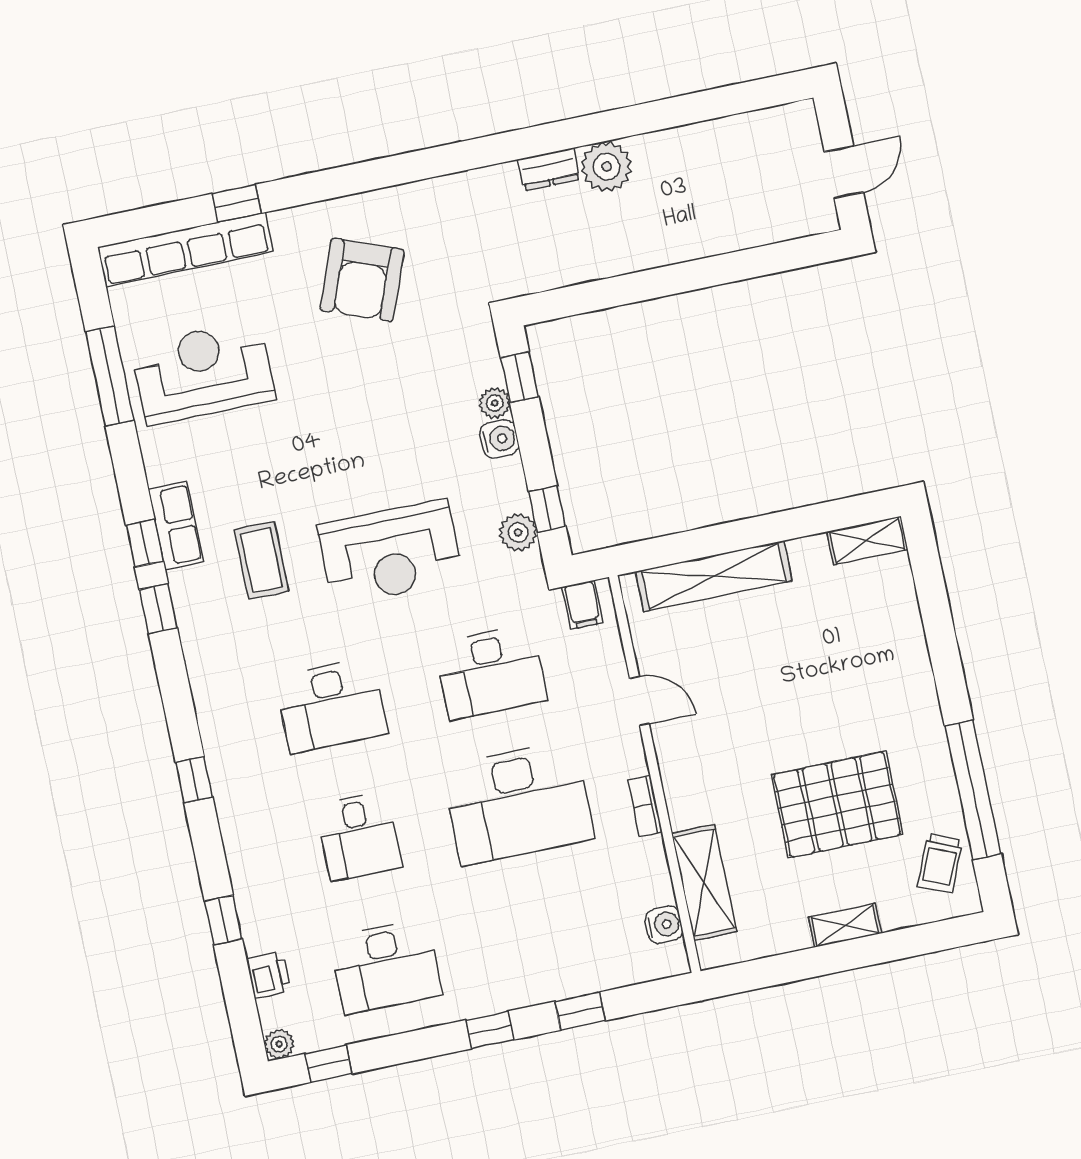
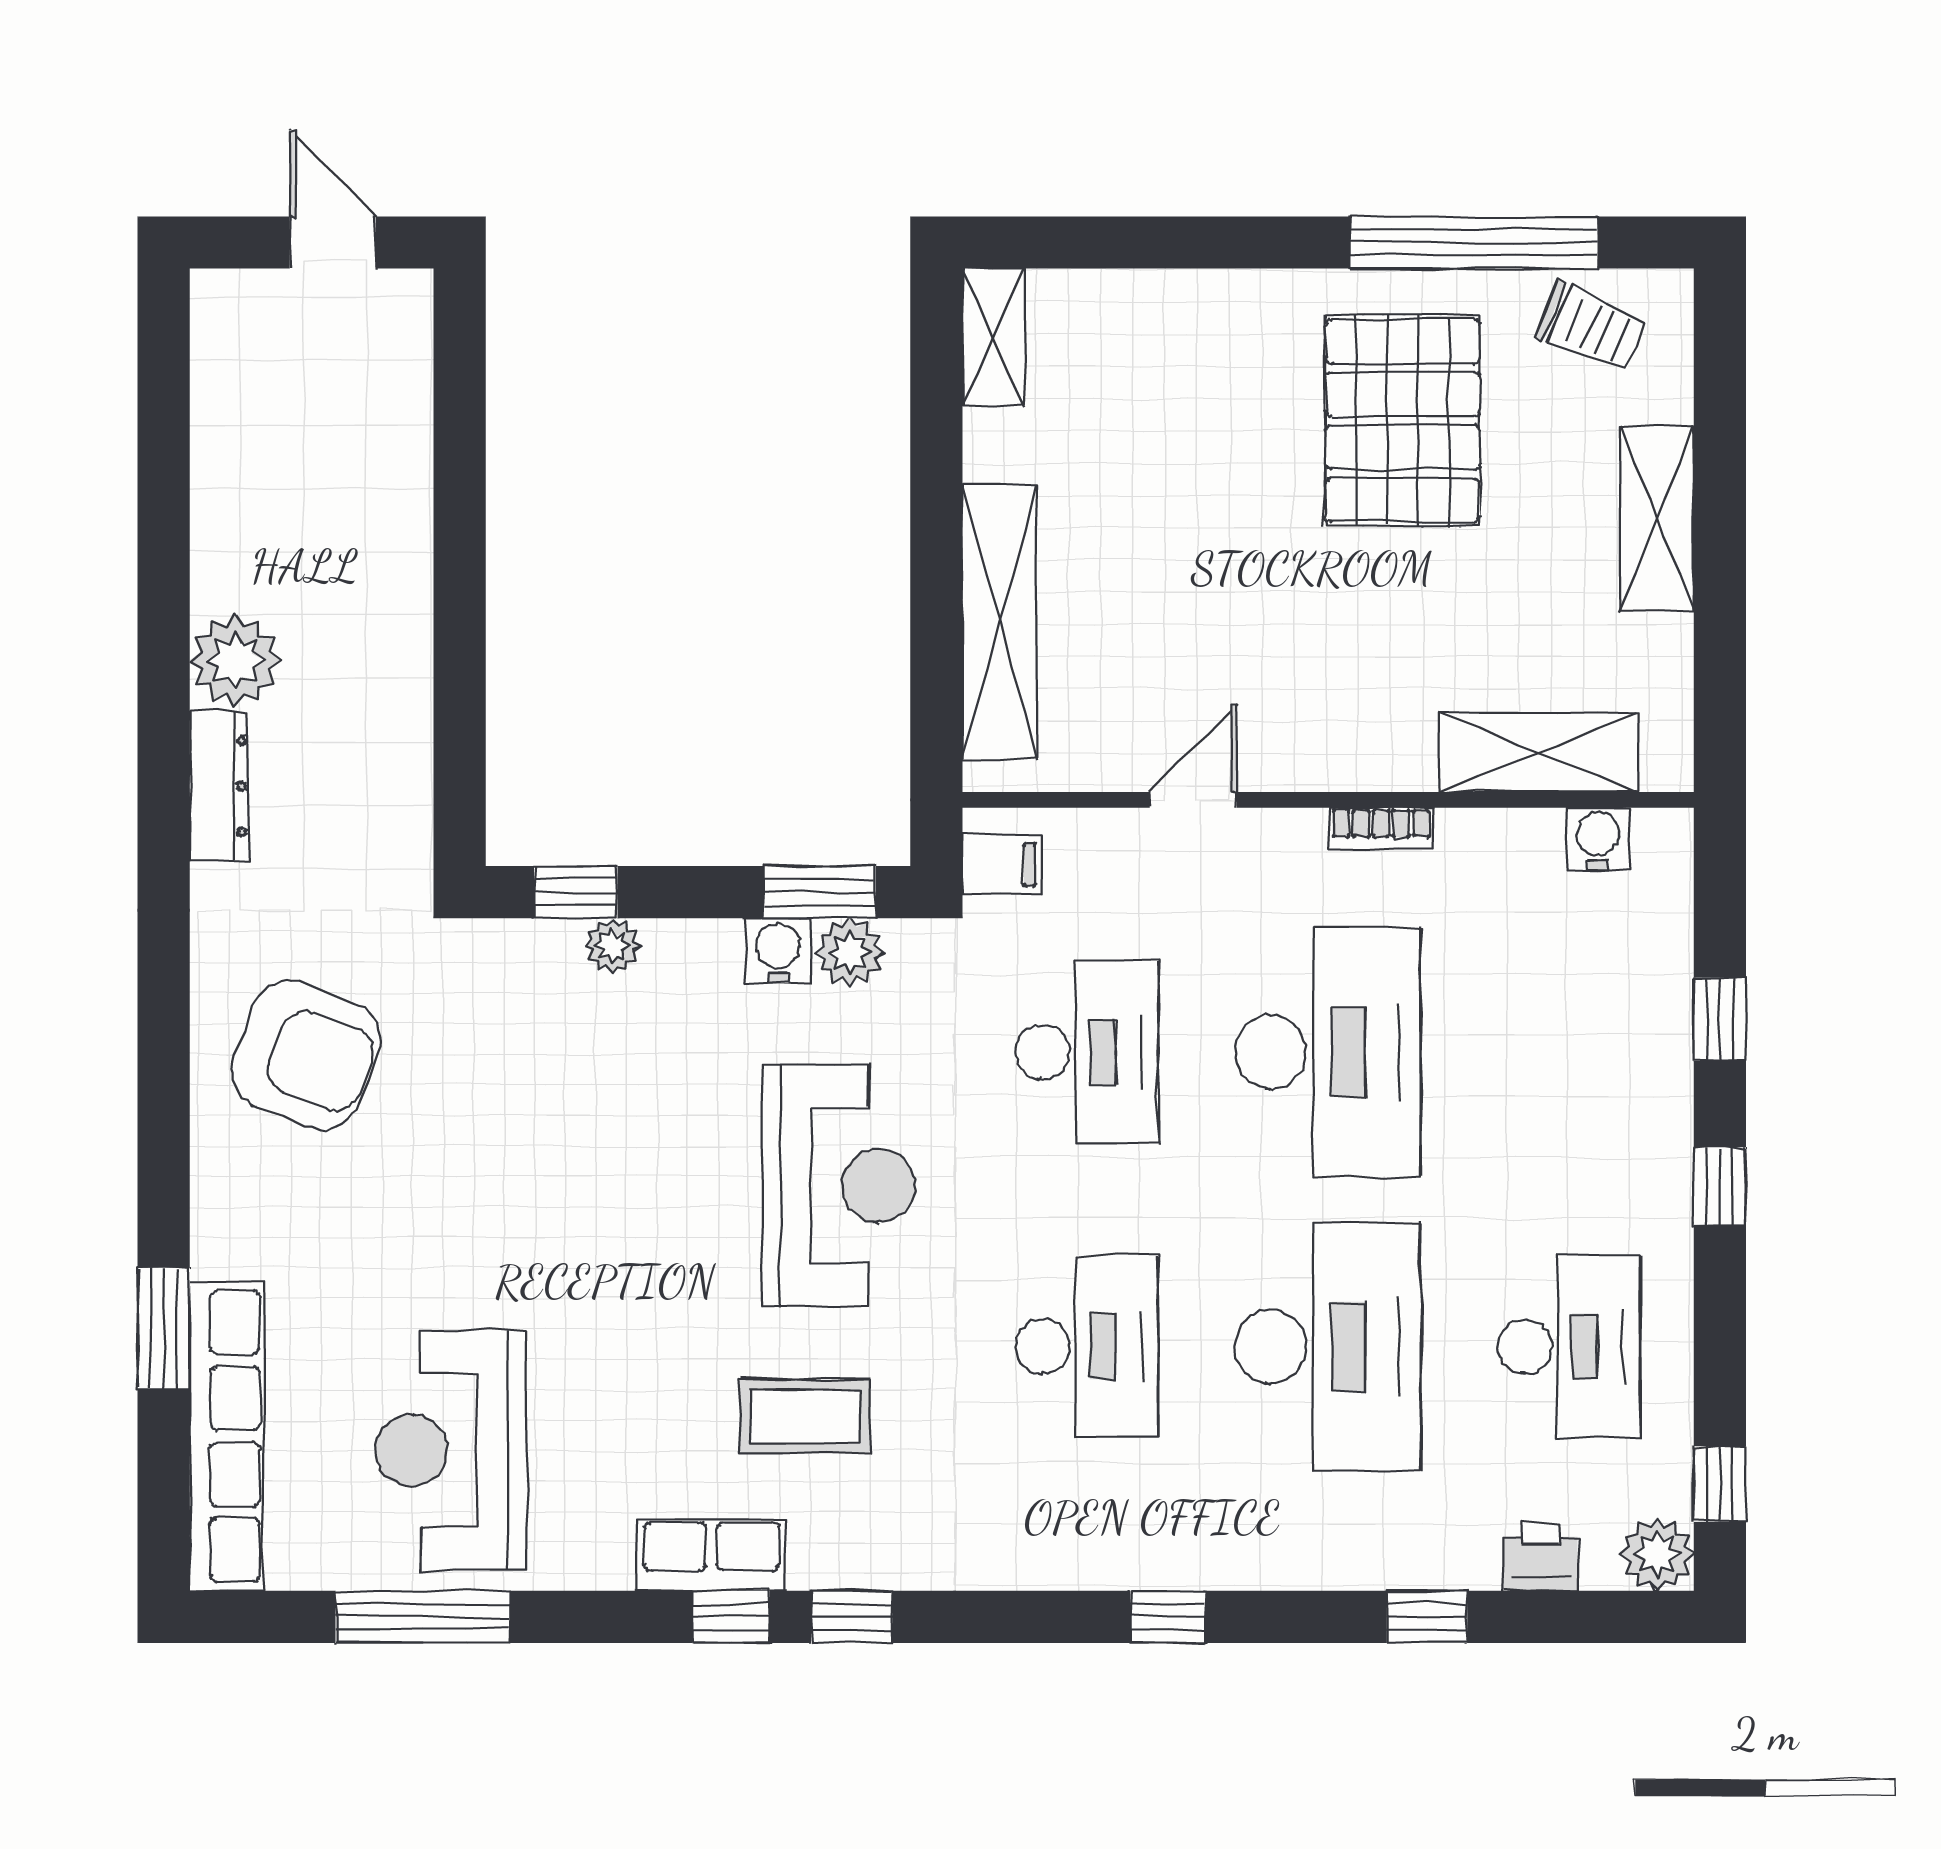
dresser: (549, 169) -> (219, 786), width x1.44
window: (237, 203) -> (164, 1328), width x1.50
armchair: (362, 280) -> (305, 1055), moved
water cooler: (499, 439) -> (778, 951), moved
window: (547, 509) -> (819, 892), width x1.50
pallet: (837, 805) -> (1403, 421), moved
desk: (359, 836) -> (1328, 1346), width x1.87, depth x1.30
shelving: (845, 925) -> (1657, 519), width x1.50, depth x1.33
plant: (279, 1044) -> (1657, 1554), width x1.38, depth x1.38

